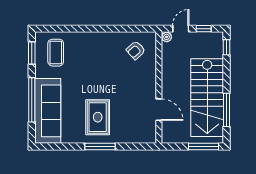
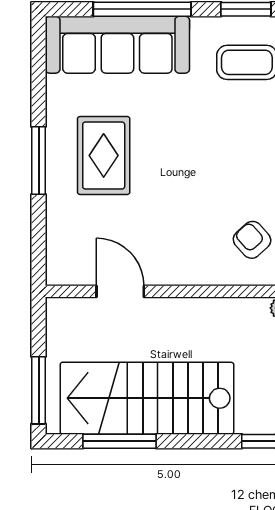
door: (159, 110) -> (120, 291), swing flipped
rug: (98, 117) -> (104, 156), turned 90

